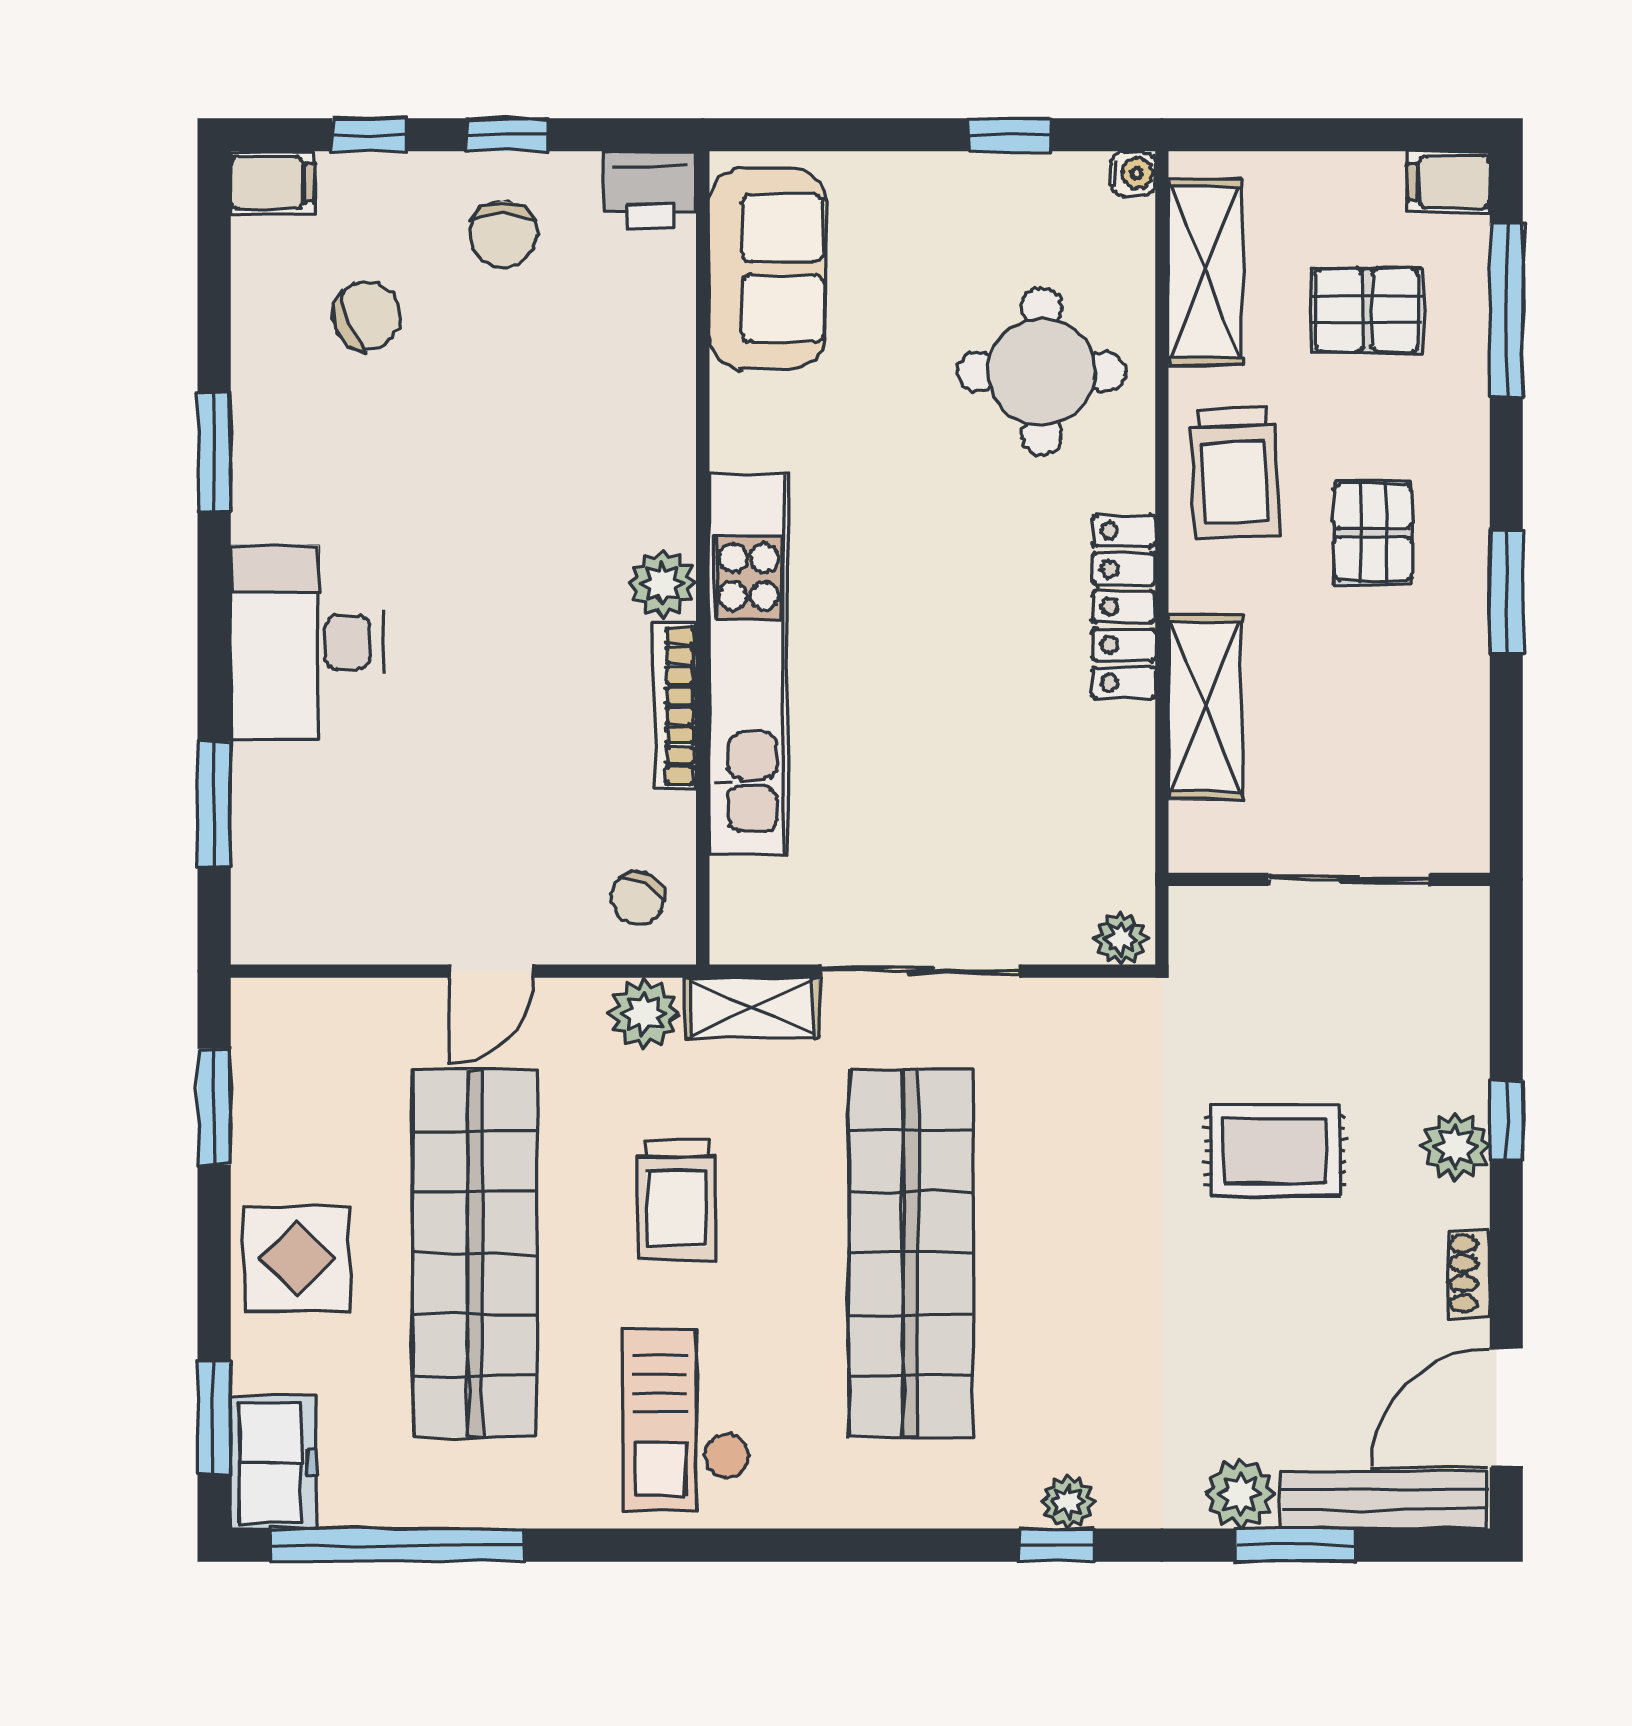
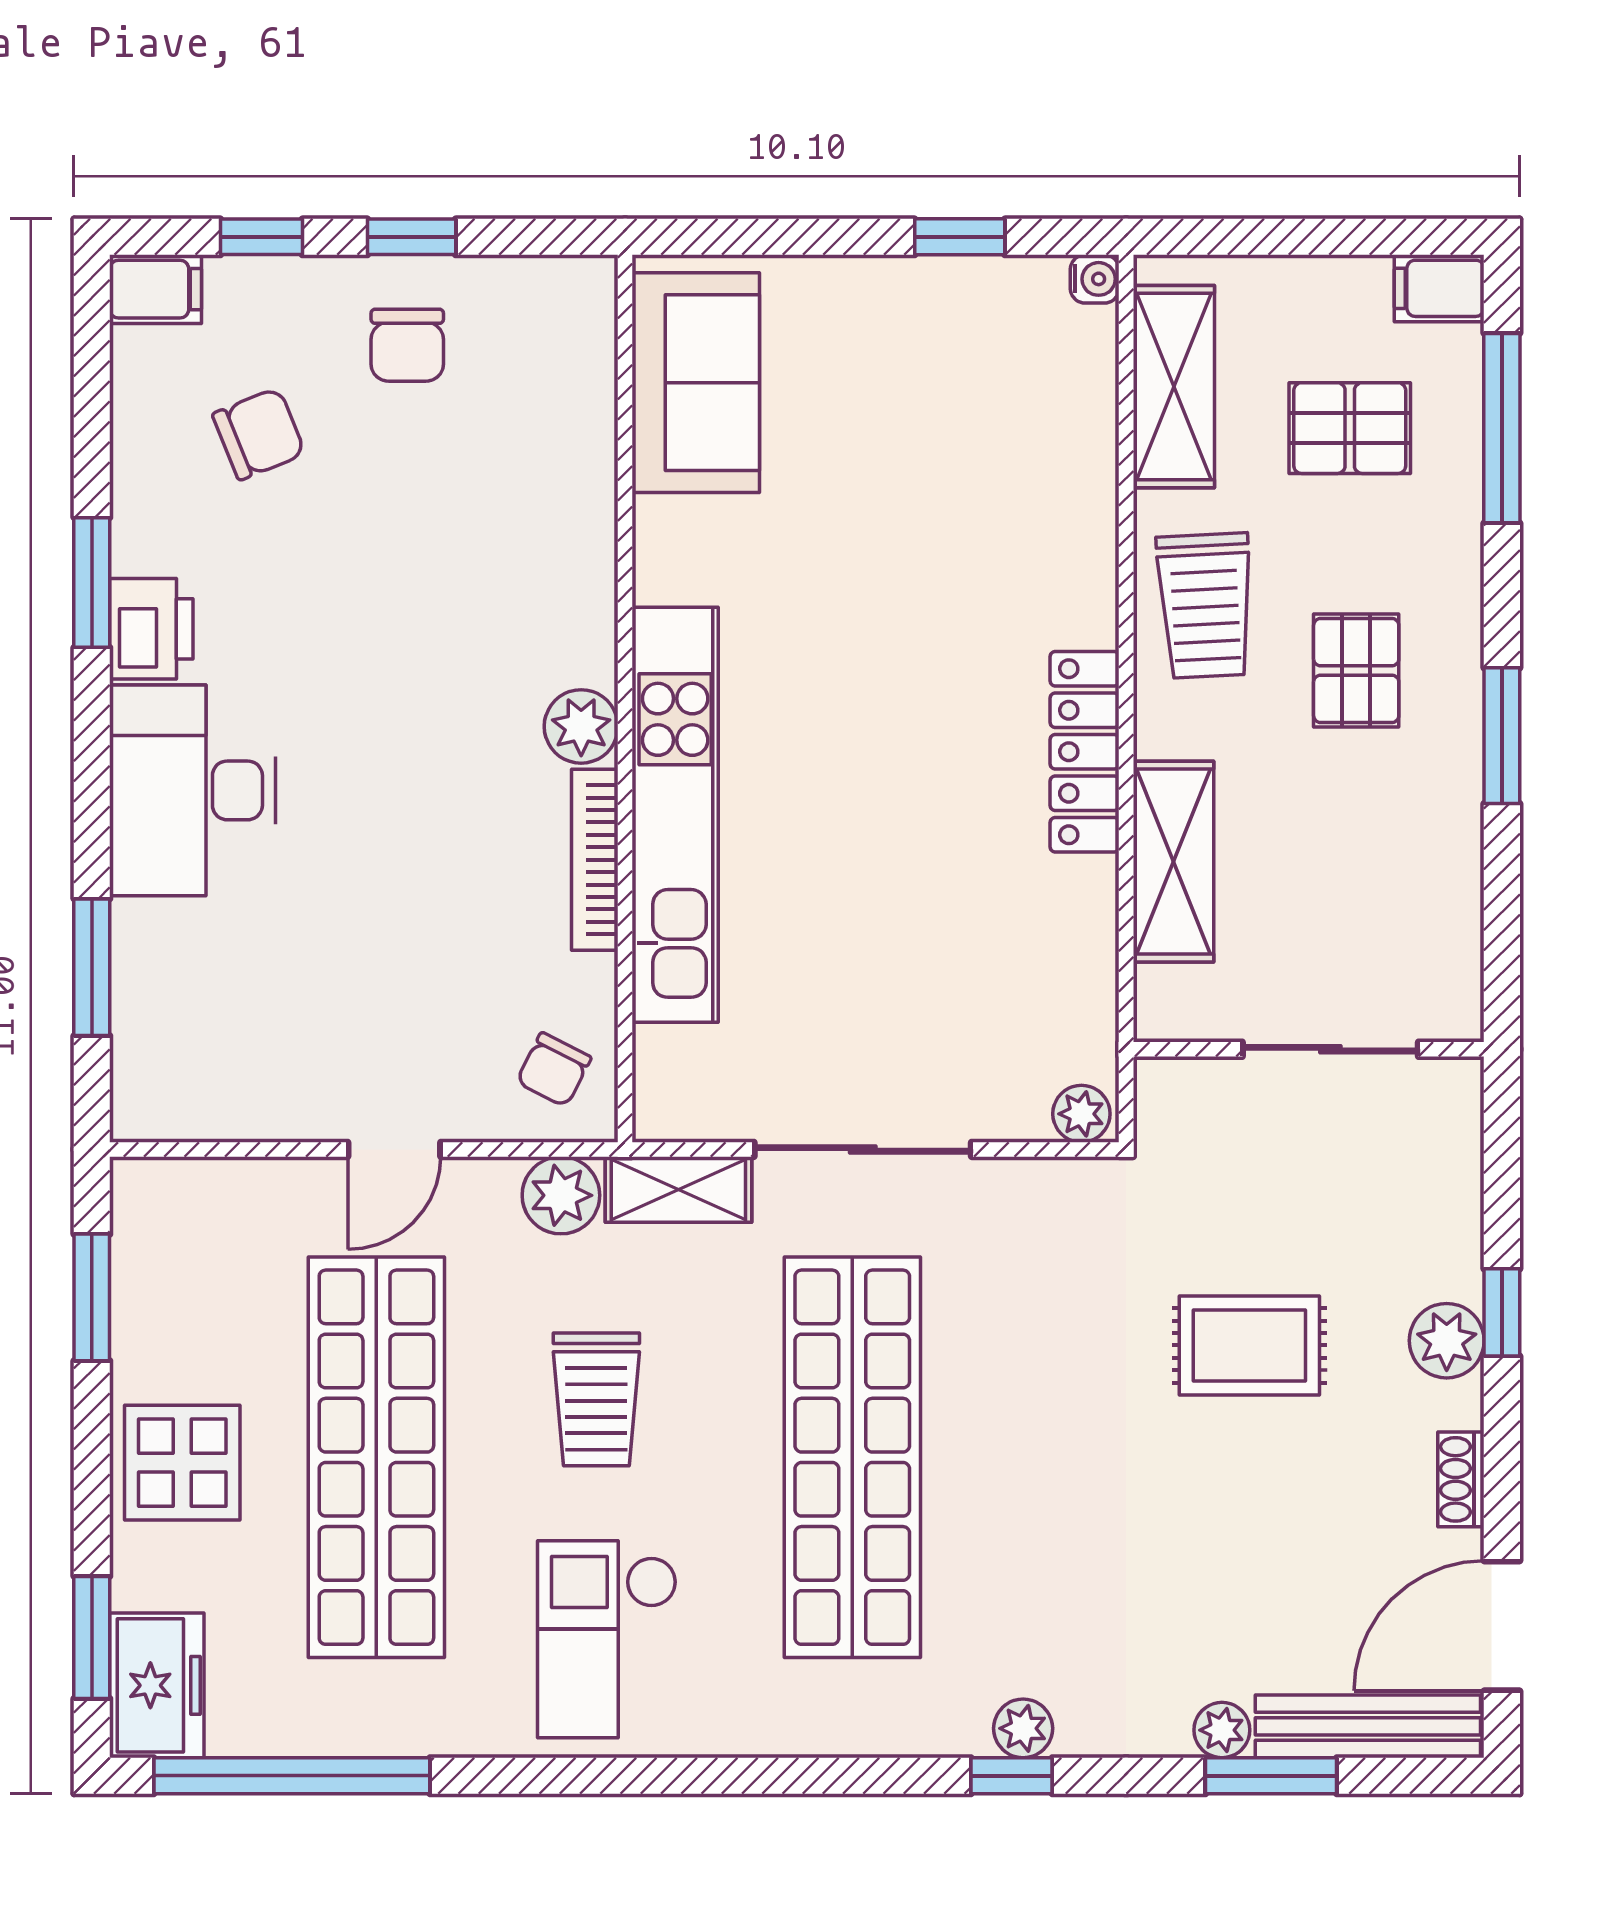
printer: (650, 189) -> (151, 629), moved, turned -90
round table: (1042, 372) -> (995, 495), removed
plant: (1240, 1494) -> (1222, 1730), width x0.73, depth x0.73

